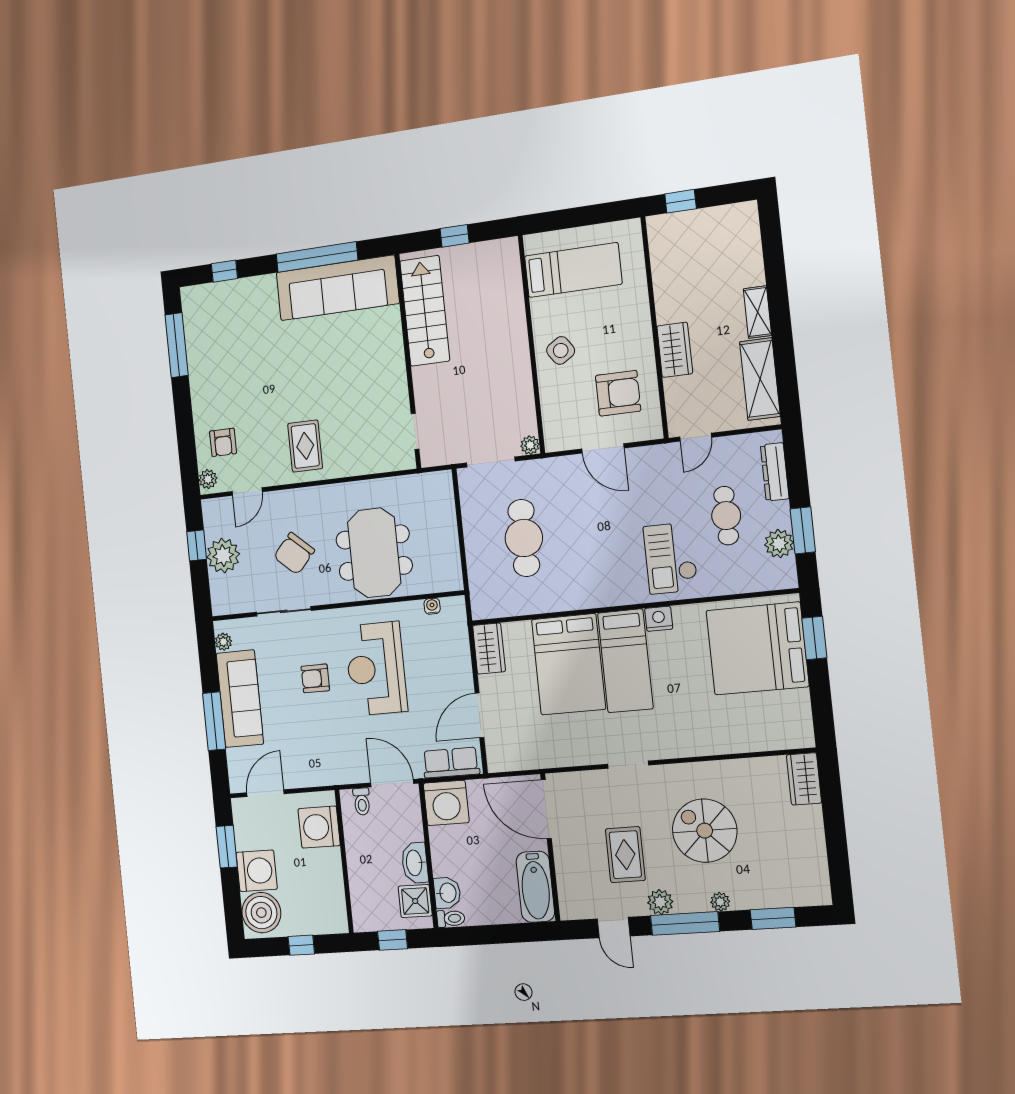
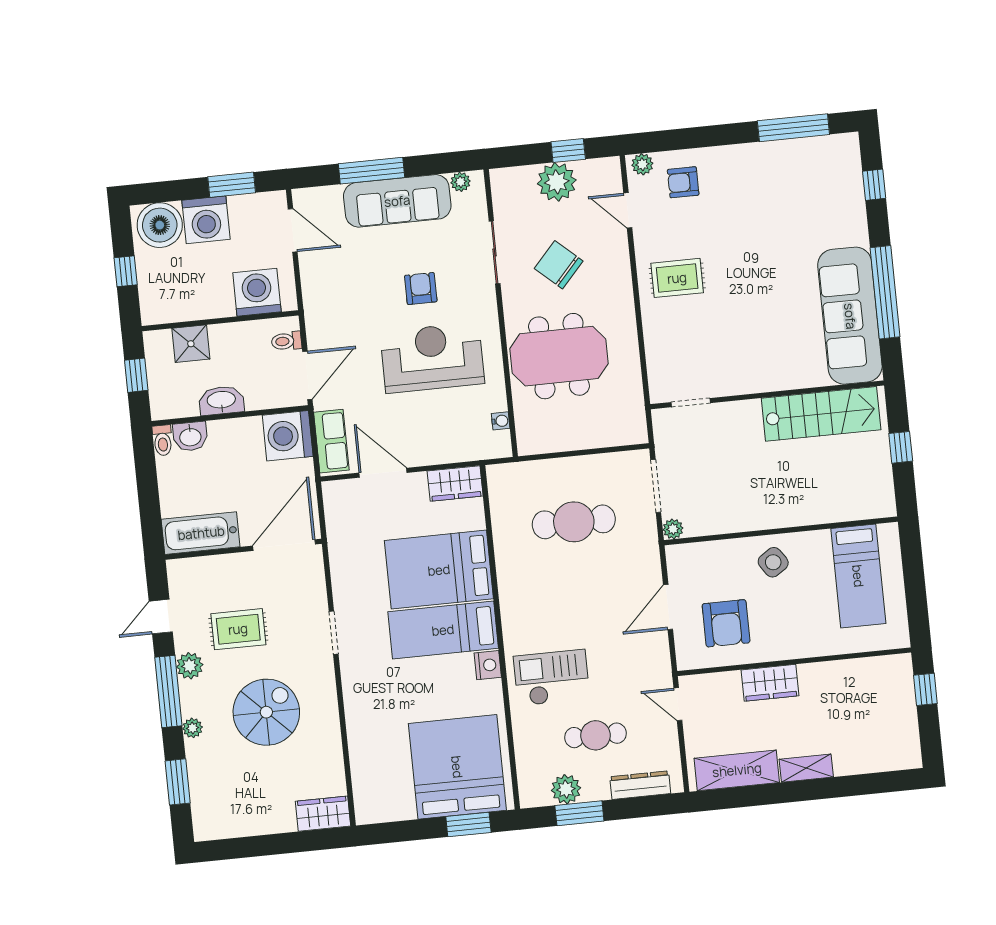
shower: (415, 901) -> (191, 344), moved

